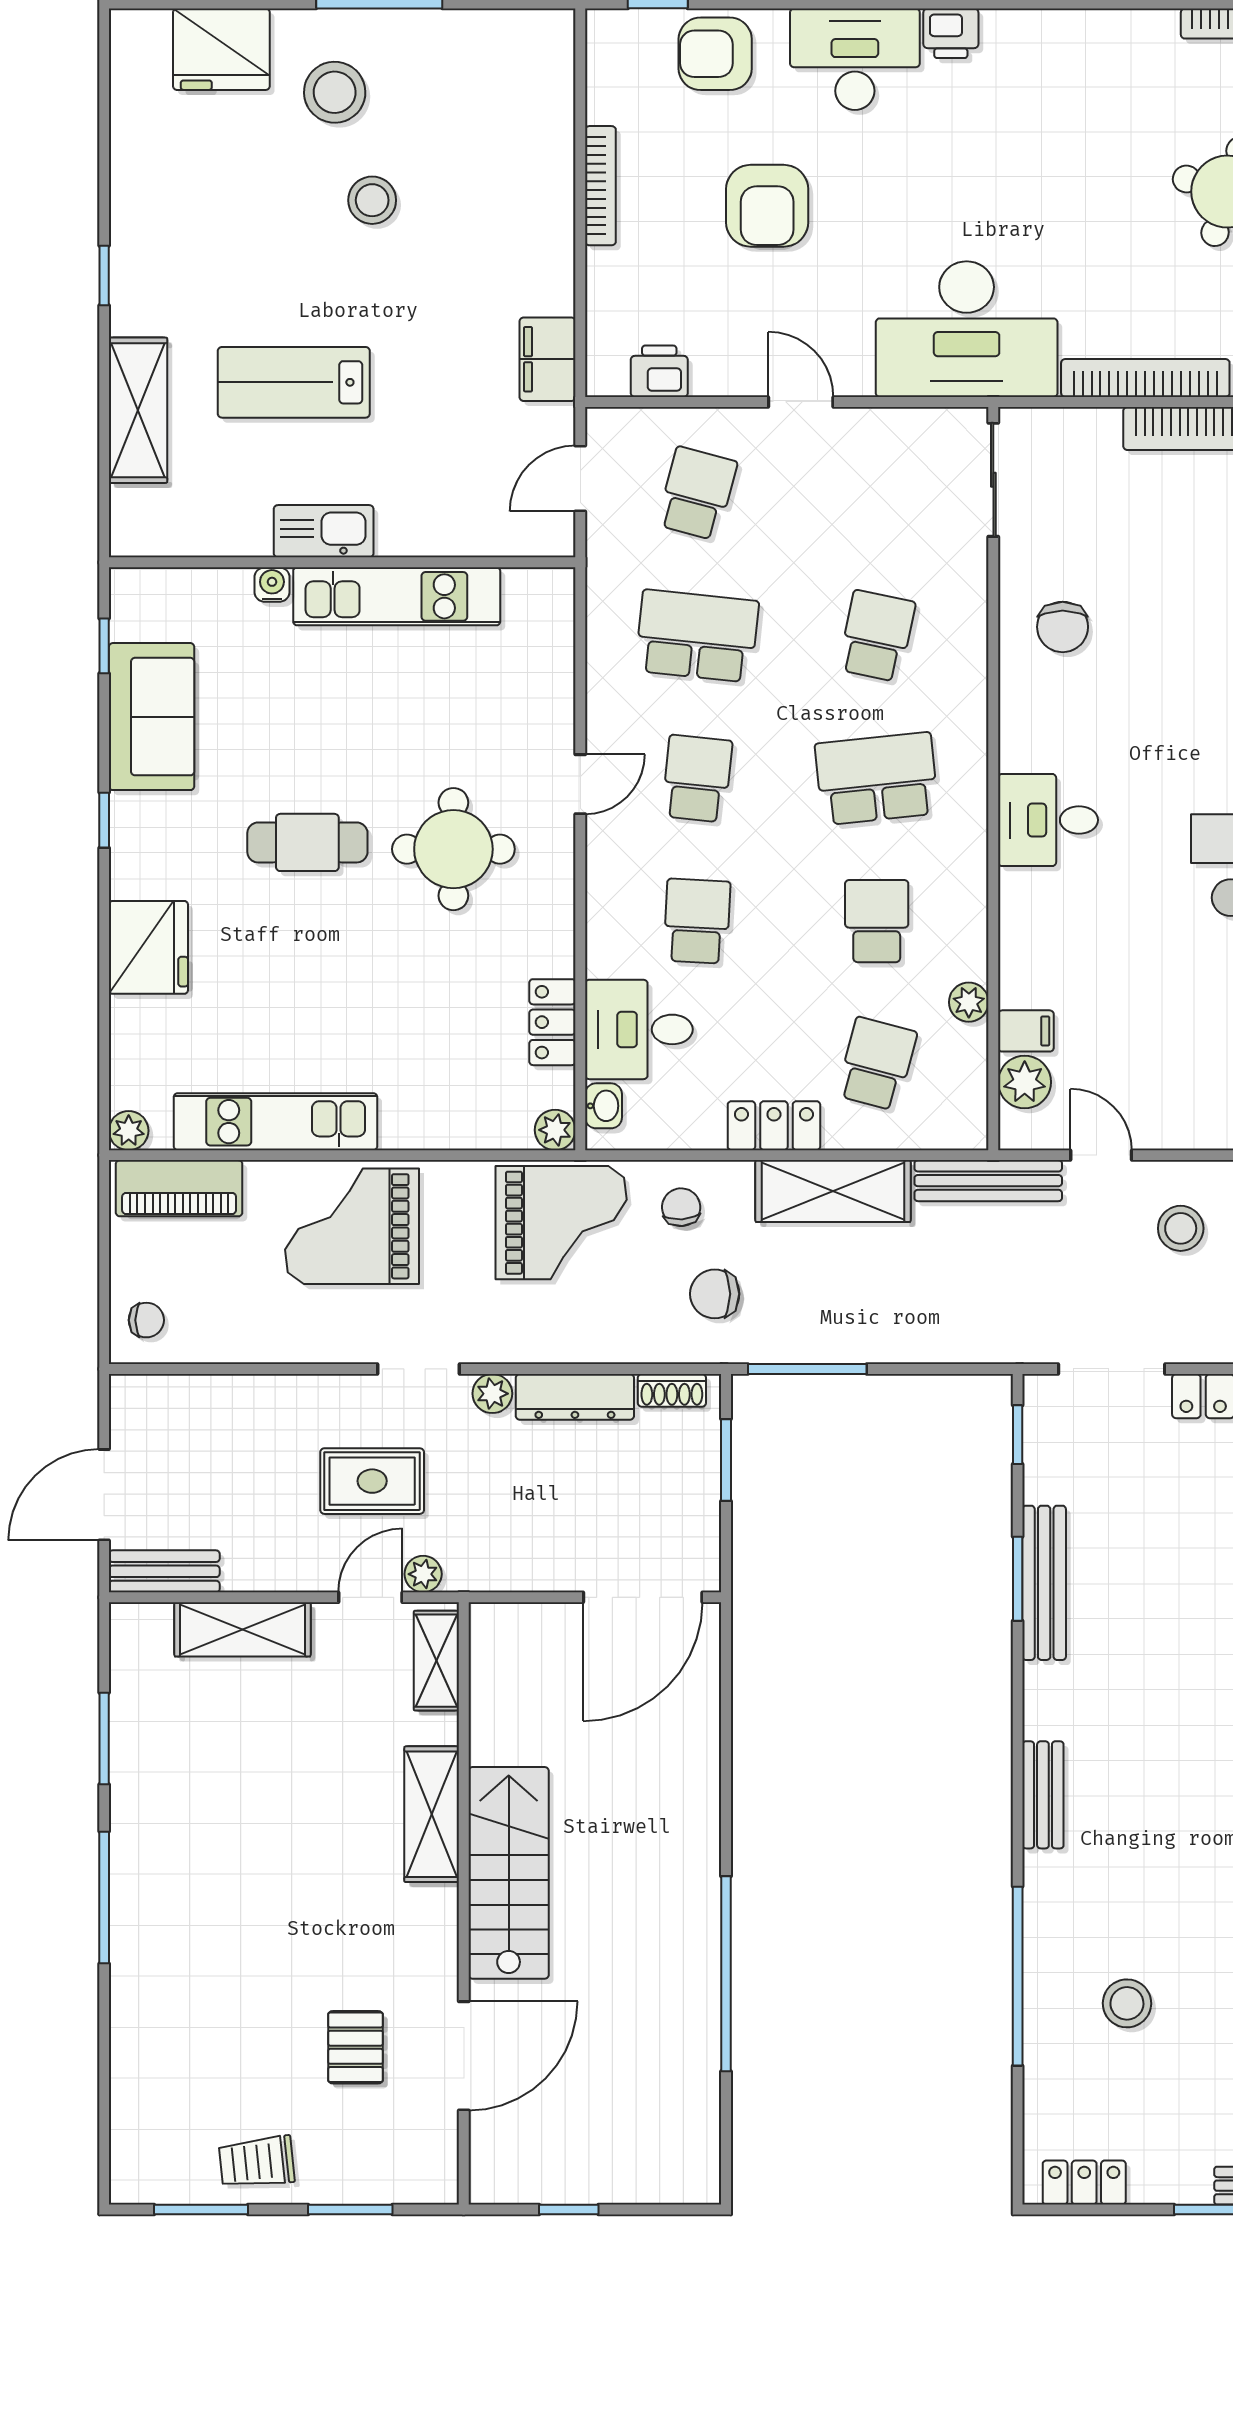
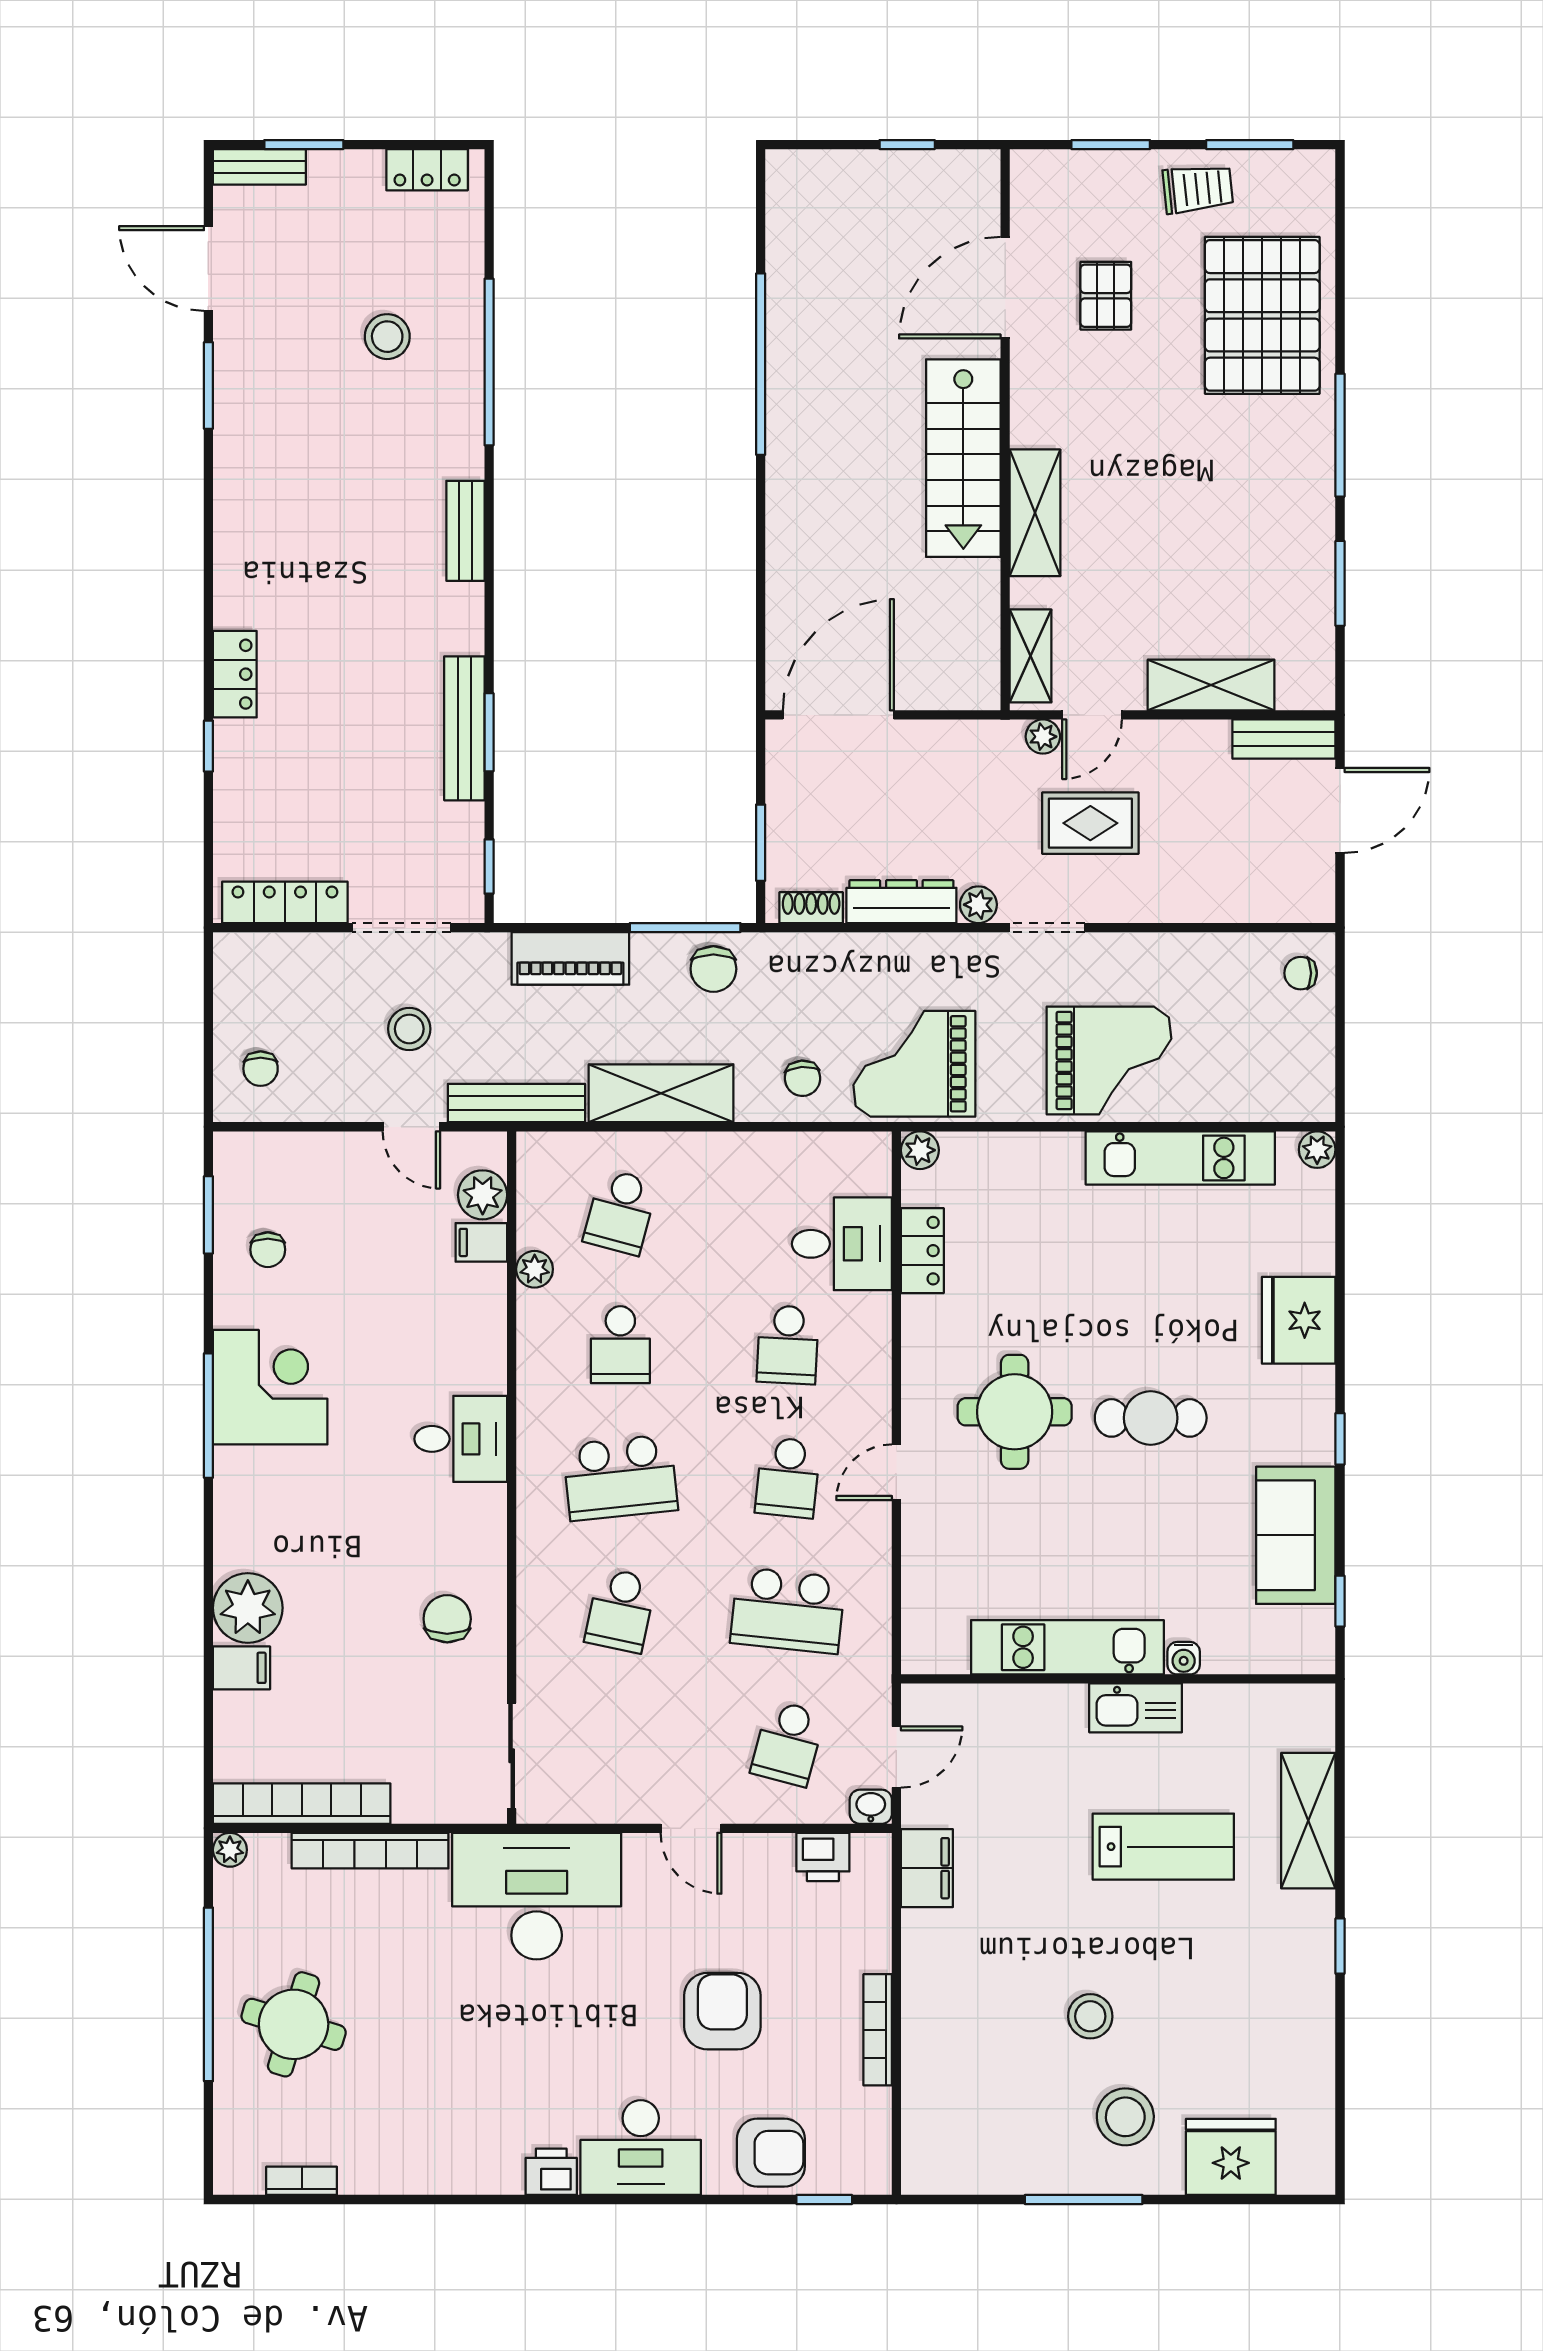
washbasin: (603, 1106) -> (871, 1807), moved, turned 90
locker: (774, 1126) -> (716, 1154), removed
piano: (179, 1188) -> (570, 958), moved, turned 180
stool: (1181, 1228) -> (409, 1029), moved
chair: (715, 1294) -> (713, 969), moved, turned 90
pallet: (188, 2026) -> (1262, 315), added

